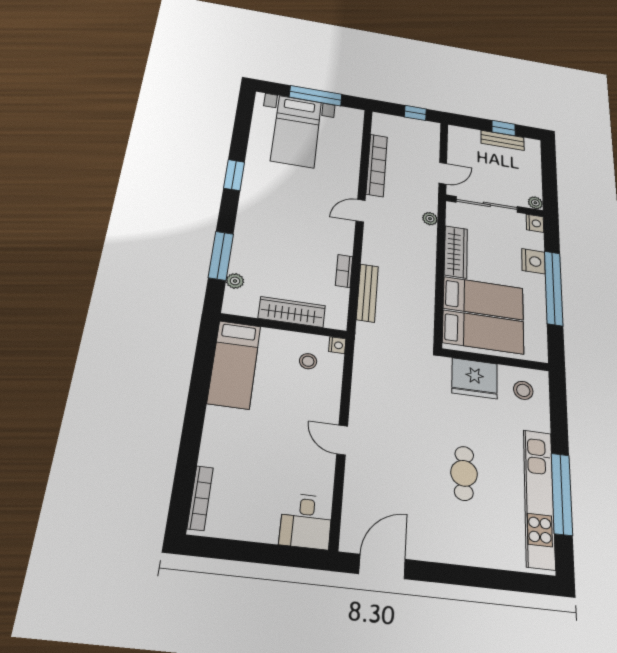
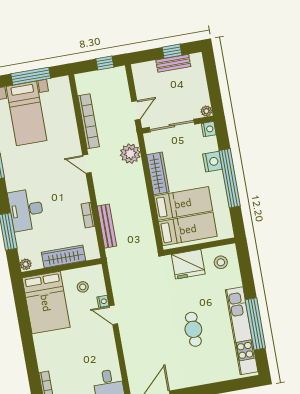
door: (361, 211) -> (87, 164), hinge flipped
plant: (430, 219) -> (130, 154), width x1.88, depth x1.88
desk: (257, 238) -> (26, 210), added
plant: (235, 281) -> (26, 264), moved
nightstand: (337, 345) -> (103, 301), moved
bed: (234, 364) -> (46, 303), width x1.50
door: (342, 440) -> (114, 315), moved

